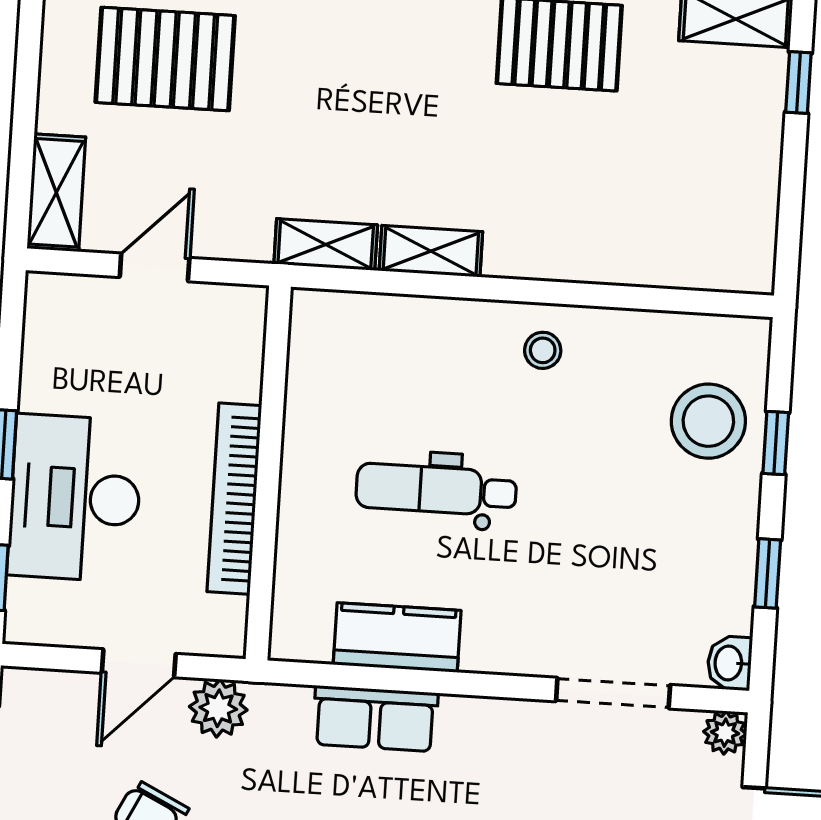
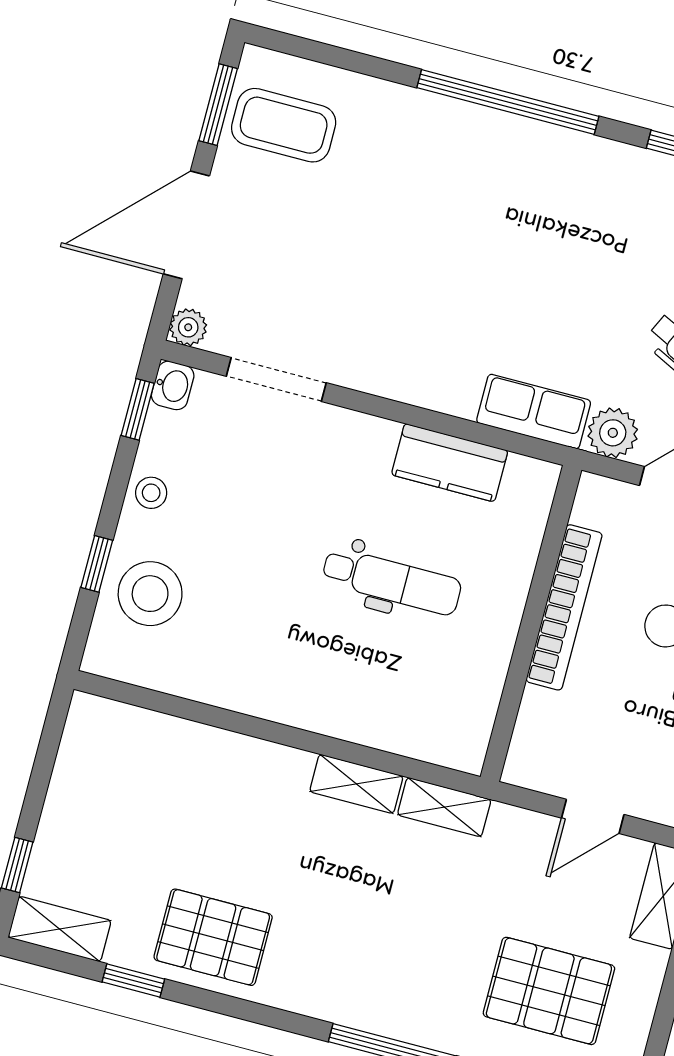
stool: (543, 350) -> (151, 493), moved
window: (768, 573) -> (138, 409), moved
row of seats: (375, 719) -> (534, 412), moved

